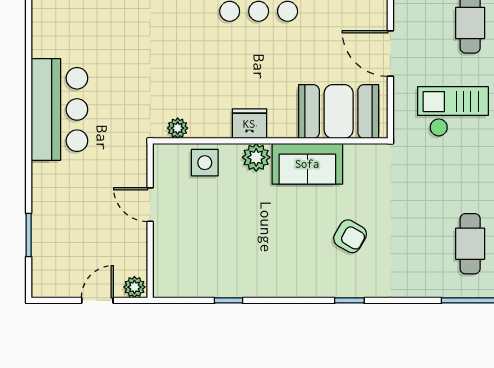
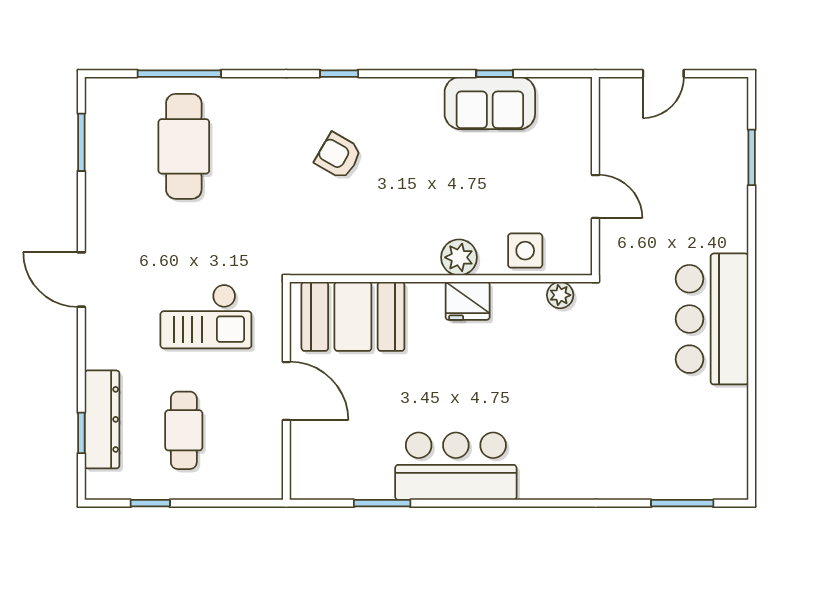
sofa: (307, 164) -> (490, 103), moved, turned 180
cafe table: (470, 244) -> (184, 146), width x1.37, depth x1.35
plant: (134, 287) -> (616, 91), removed

